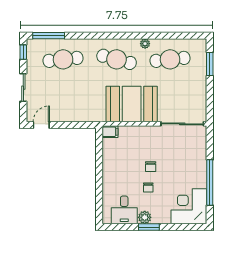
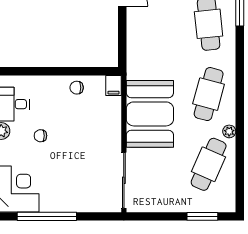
cafe table: (170, 59) -> (209, 164), turned 30
chair: (151, 167) -> (77, 88), moved

